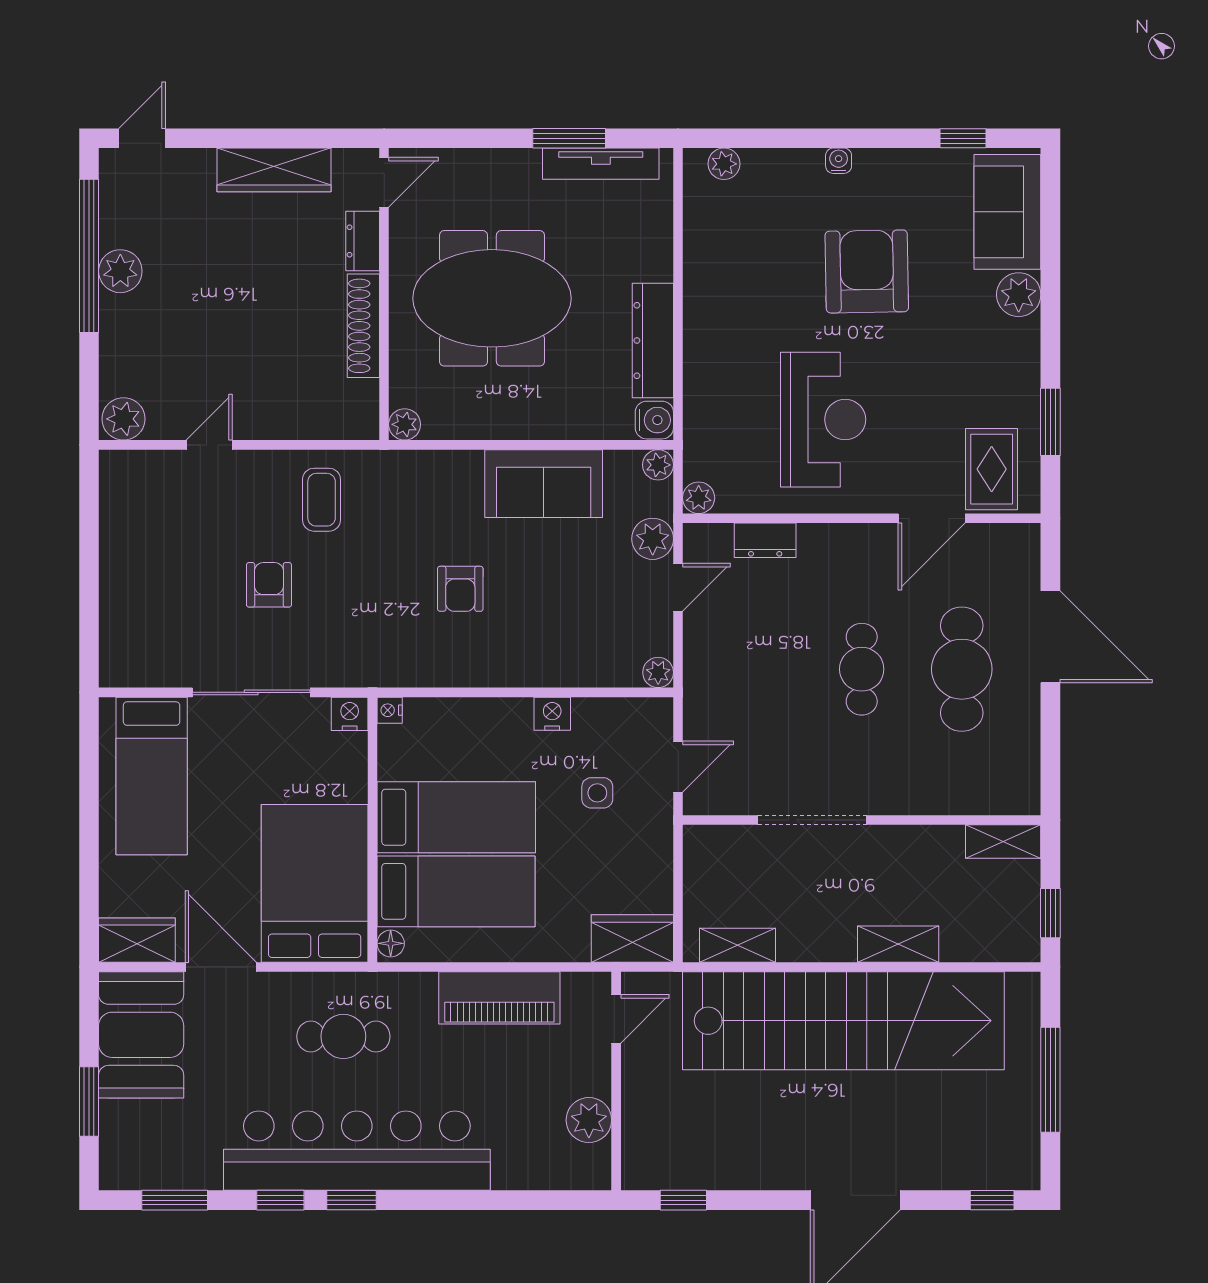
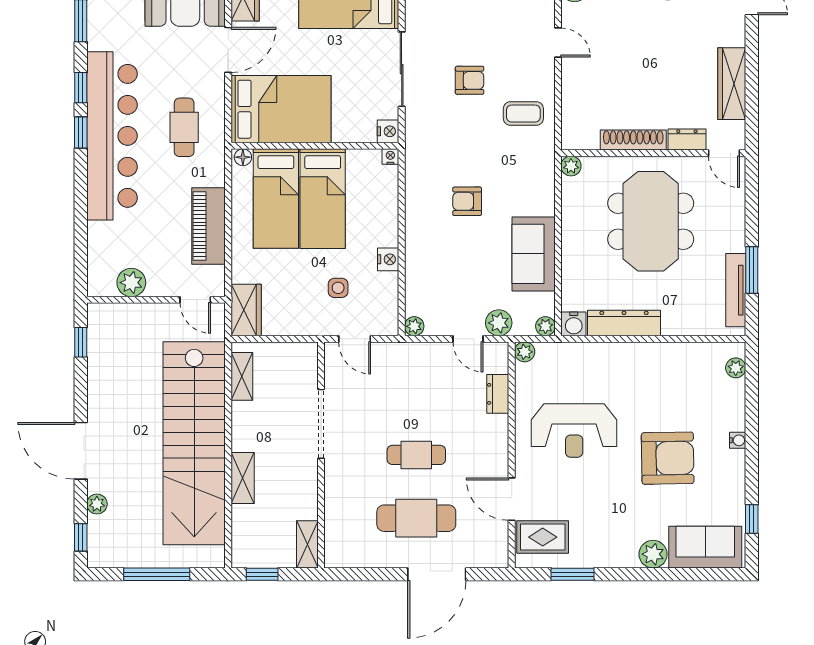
plant: (939, 1174) -> (97, 504), added

